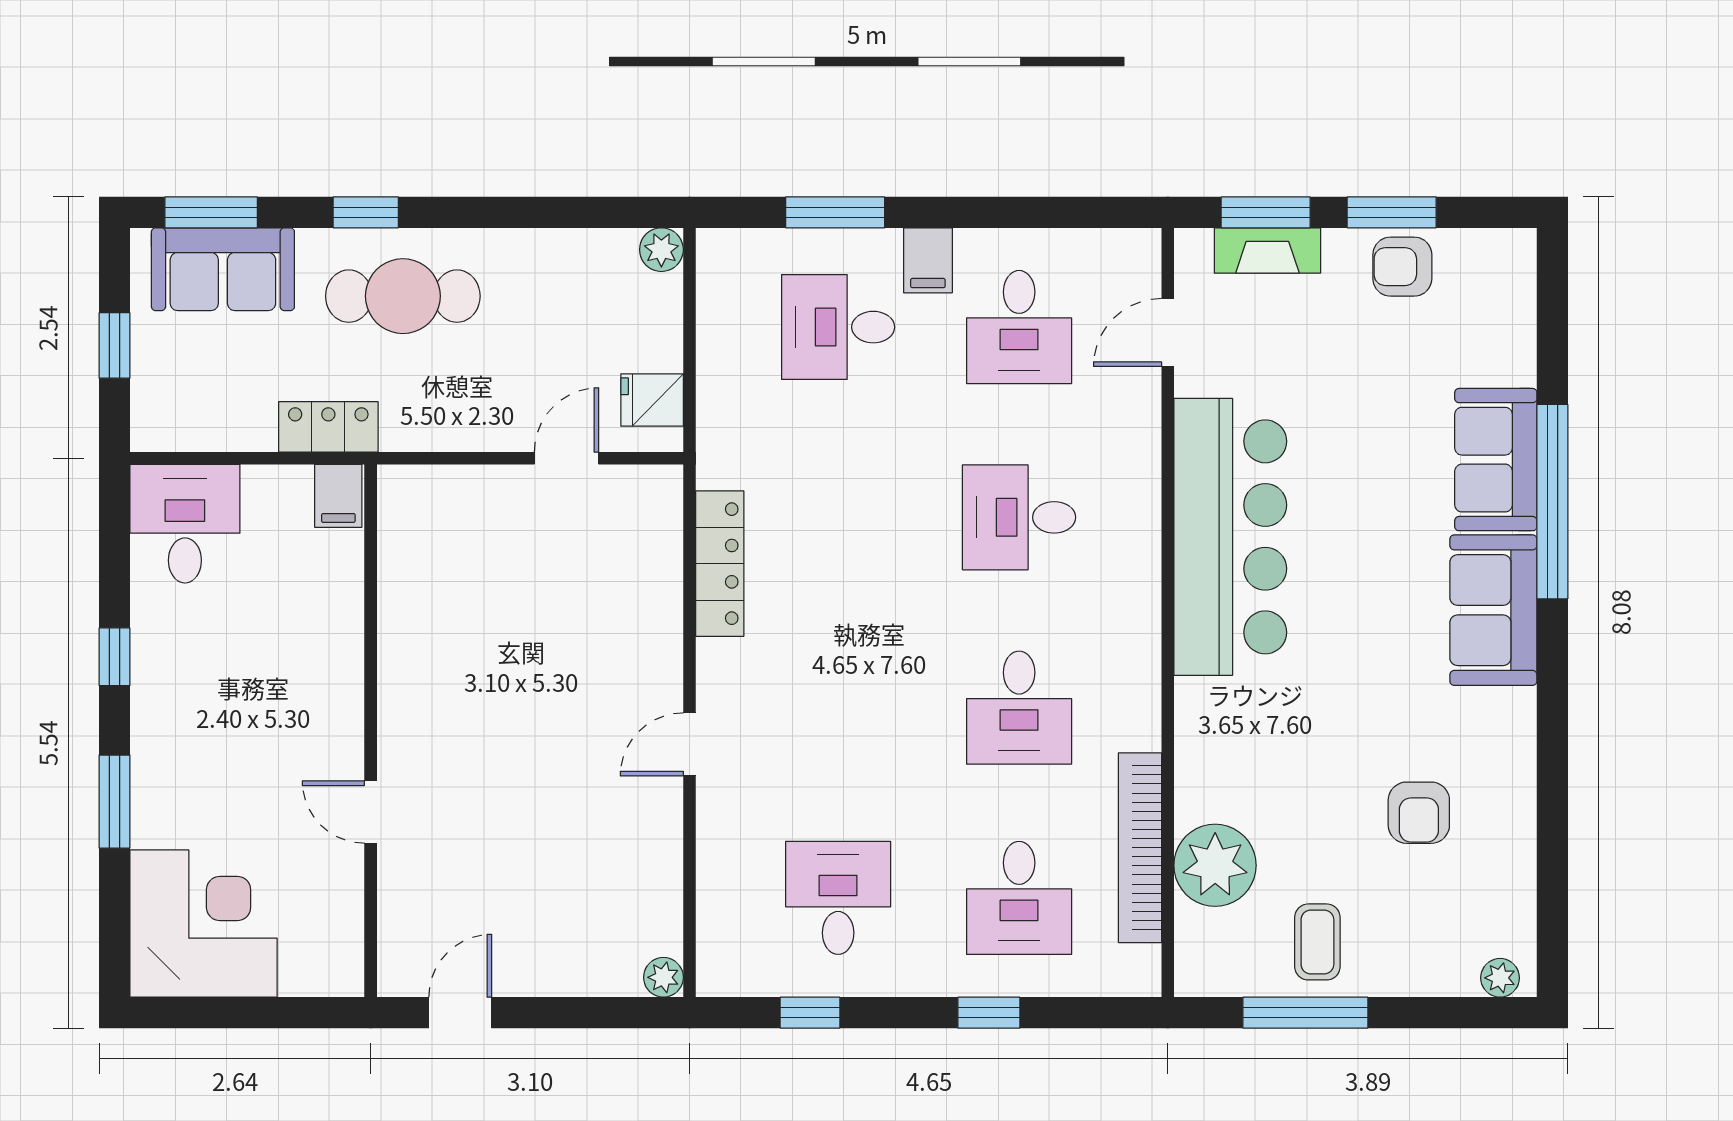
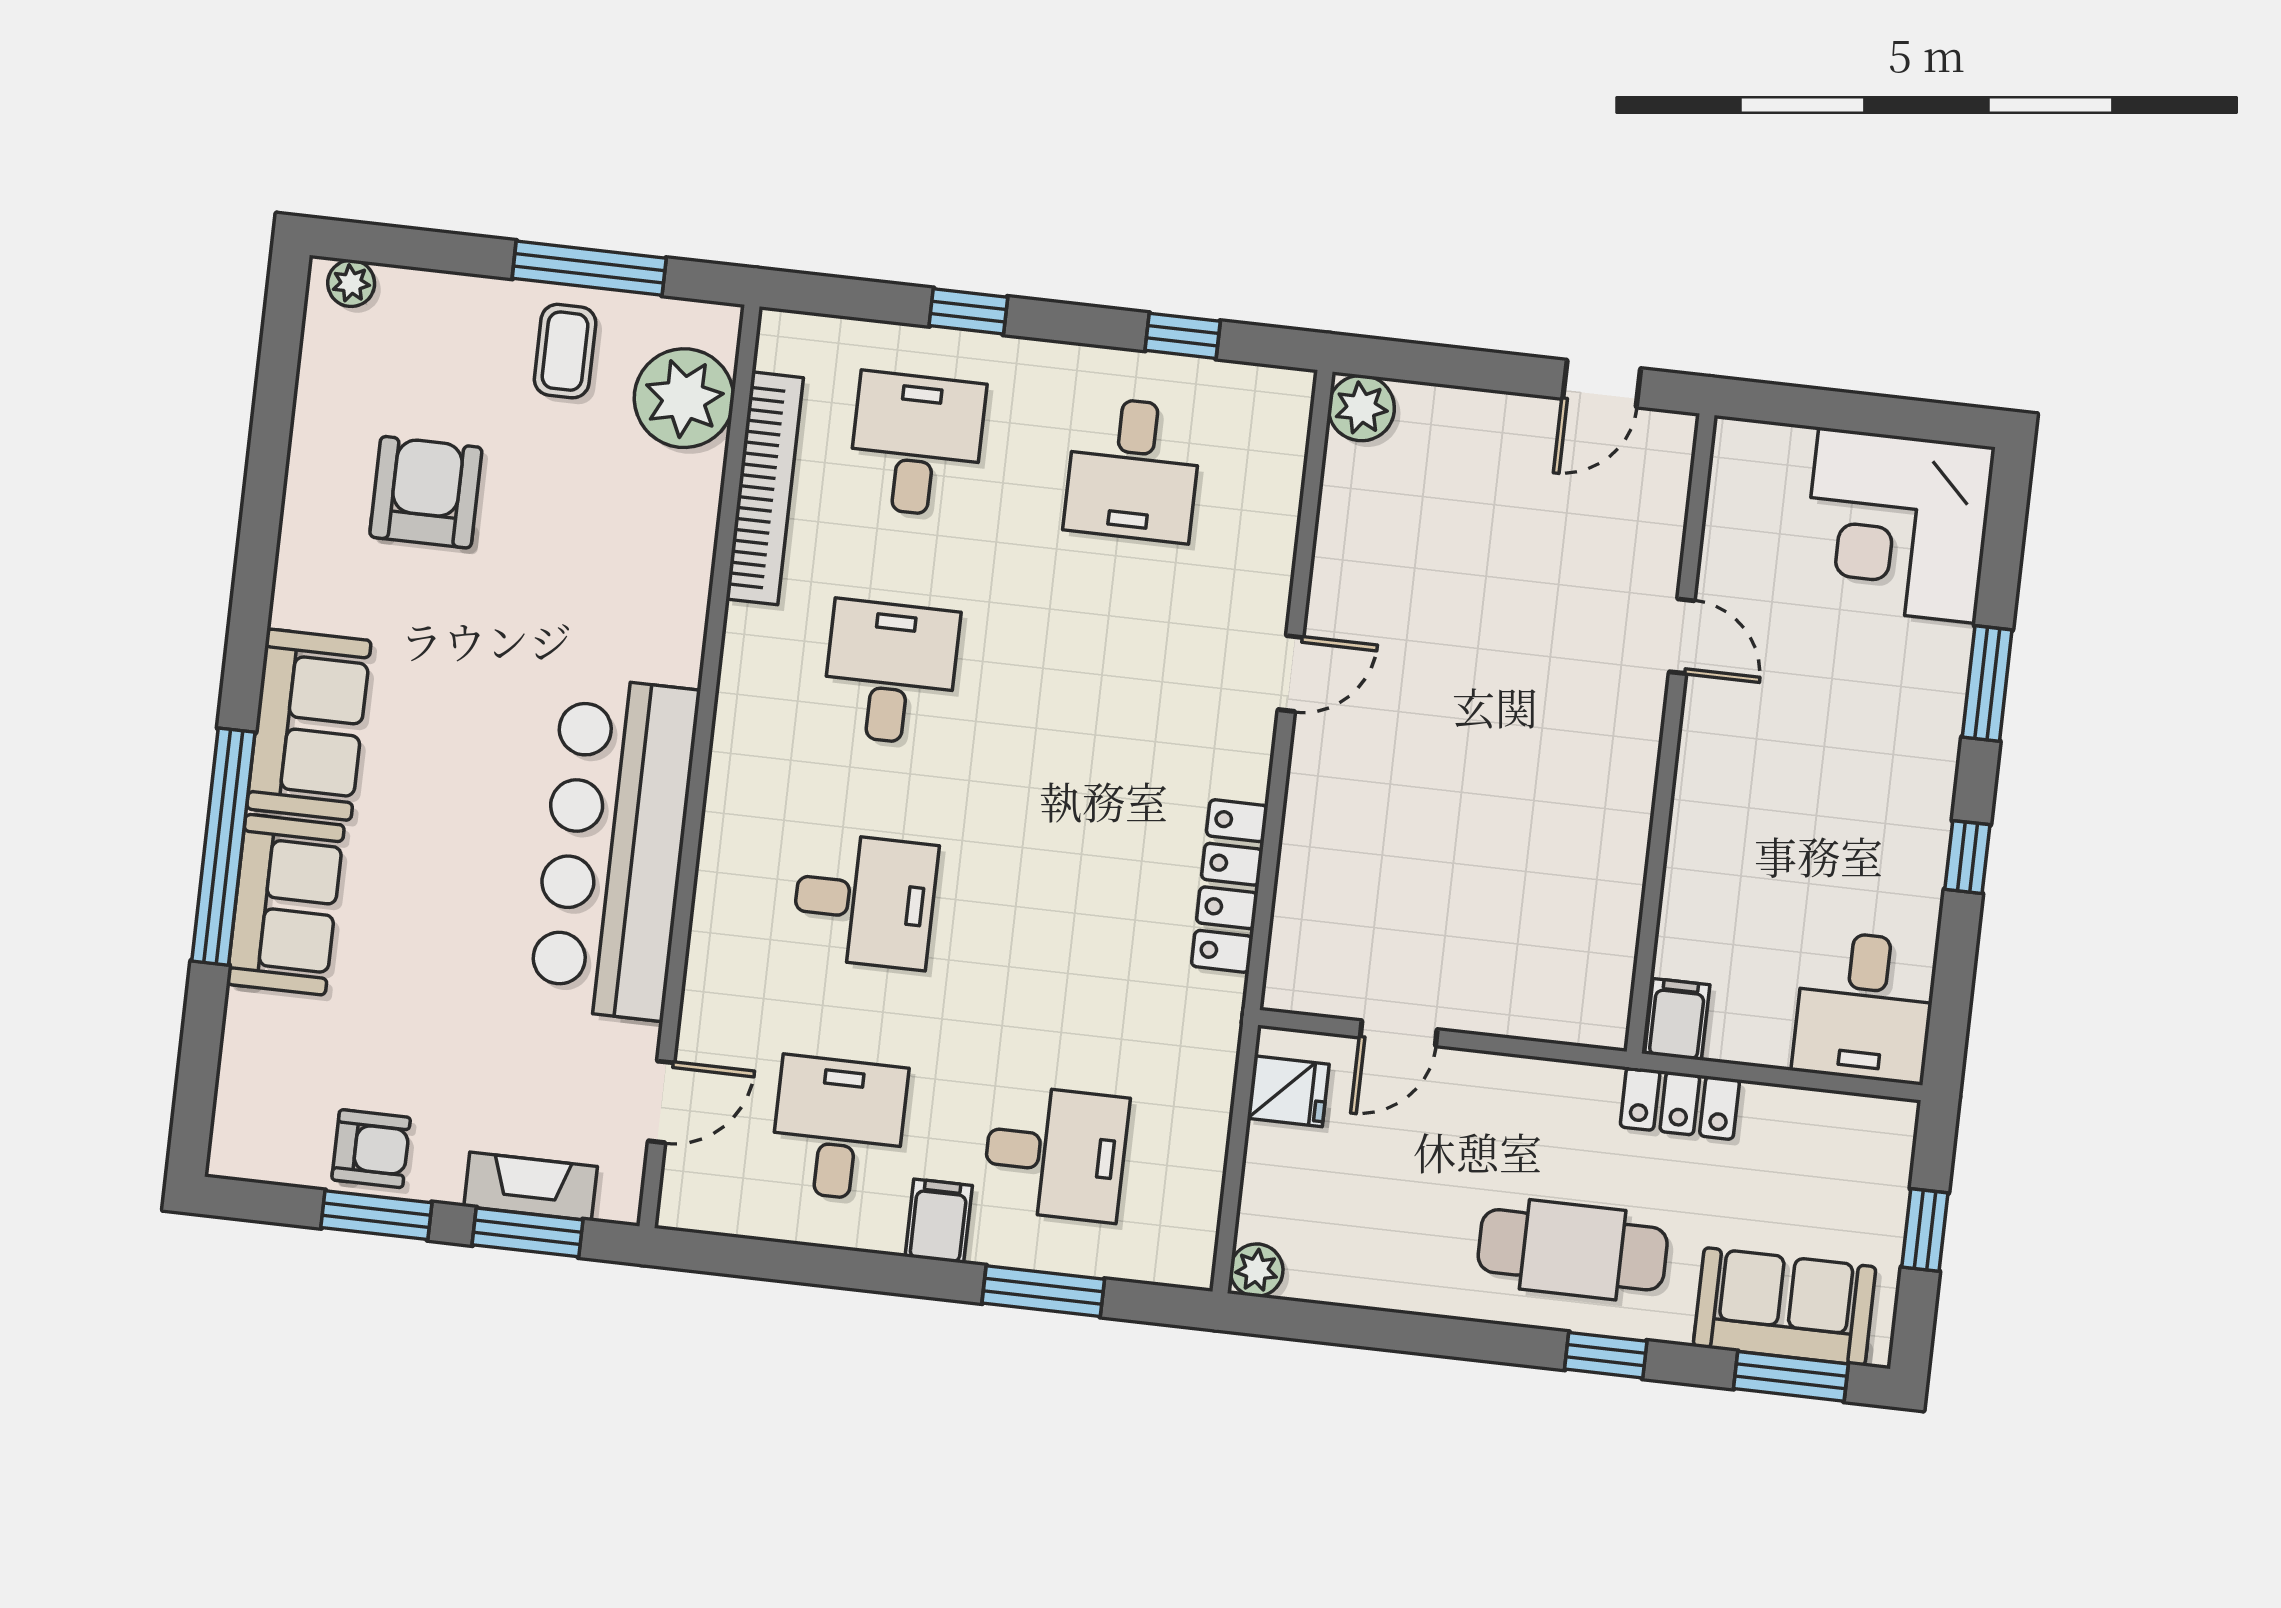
armchair: (1419, 813) -> (426, 492), width x1.38, depth x1.38
plant: (1215, 865) -> (684, 398), moved
plant: (663, 977) -> (1361, 408), width x1.38, depth x1.38

